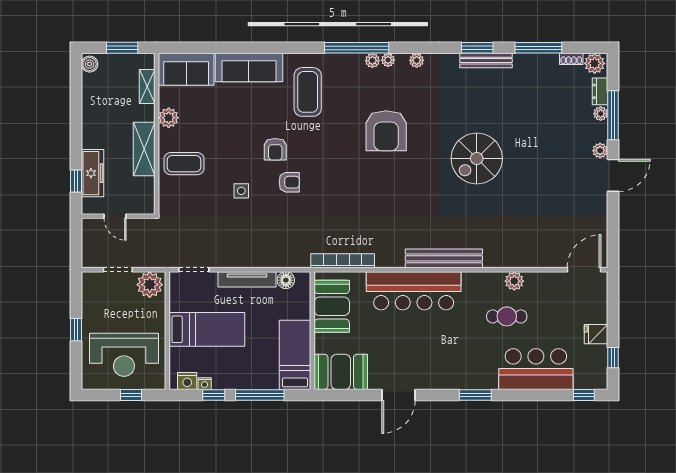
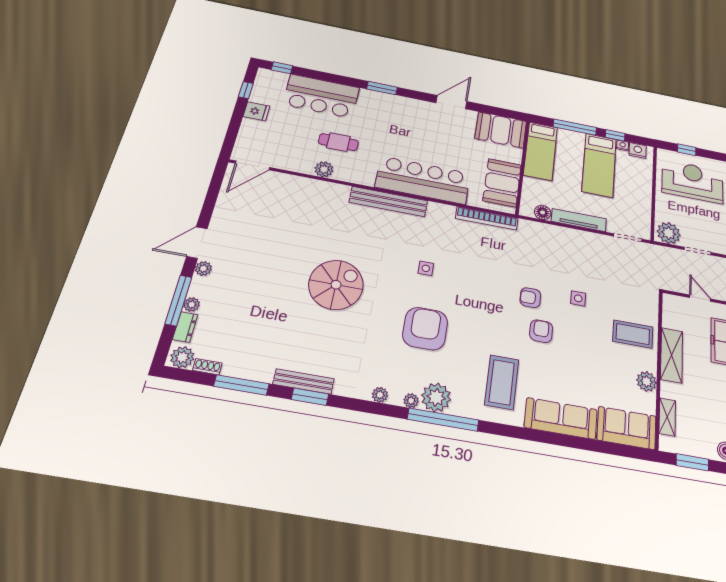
plant: (372, 61) -> (436, 397), width x1.87, depth x1.87
side table: (395, 193) -> (426, 268), added
bed: (207, 329) -> (599, 165), moved, turned -90

